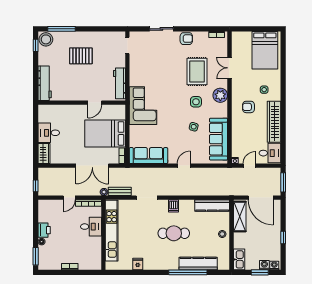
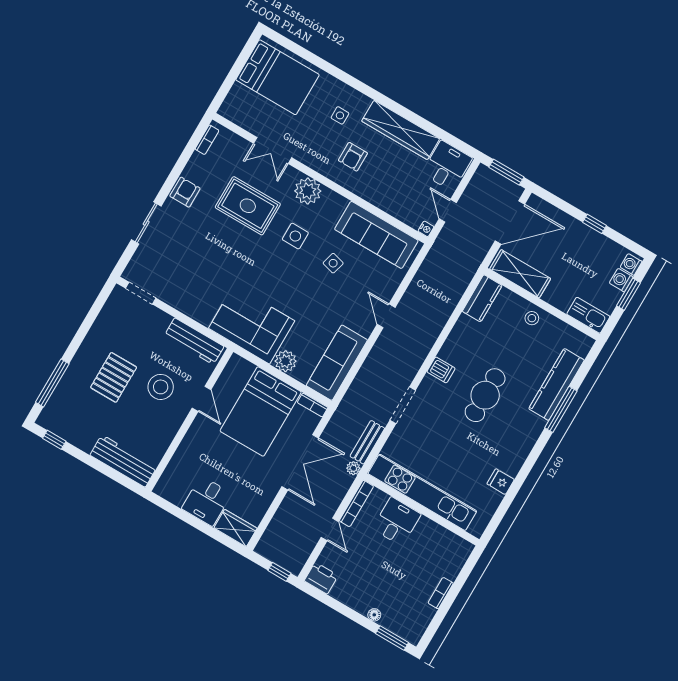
stool: (46, 39) -> (161, 387), moved
plant: (135, 131) -> (286, 361), added
kitchen counter: (212, 206) -> (482, 298), width x0.67
printer: (44, 230) -> (321, 578), moved
window: (188, 272) -> (561, 409), width x0.68

